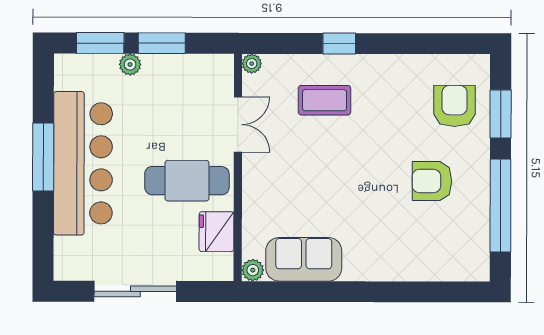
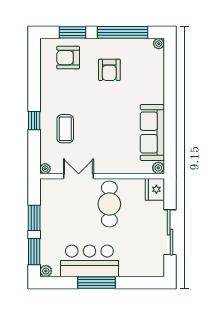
plant: (130, 64) -> (46, 271), moved
bar counter: (83, 163) -> (89, 261), width x0.73
fridge: (217, 232) -> (155, 189), moved, turned 90
sofa: (304, 259) -> (152, 132), width x1.36
plant: (480, 271) -> (159, 44), added

